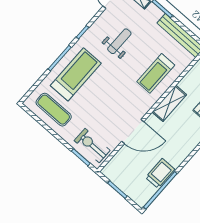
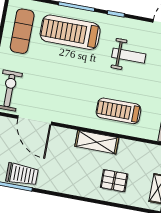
treadmill: (76, 74) -> (70, 32), turned 180
door: (133, 132) -> (35, 120), moved

